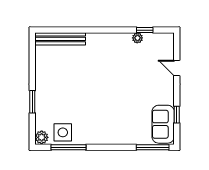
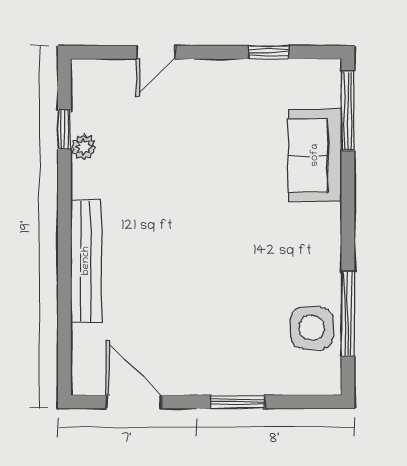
bench: (60, 39) -> (86, 261), moved
door: (32, 59) -> (134, 402), added
sofa: (163, 124) -> (315, 155), moved, turned 90
plant: (42, 137) -> (324, 379), removed

